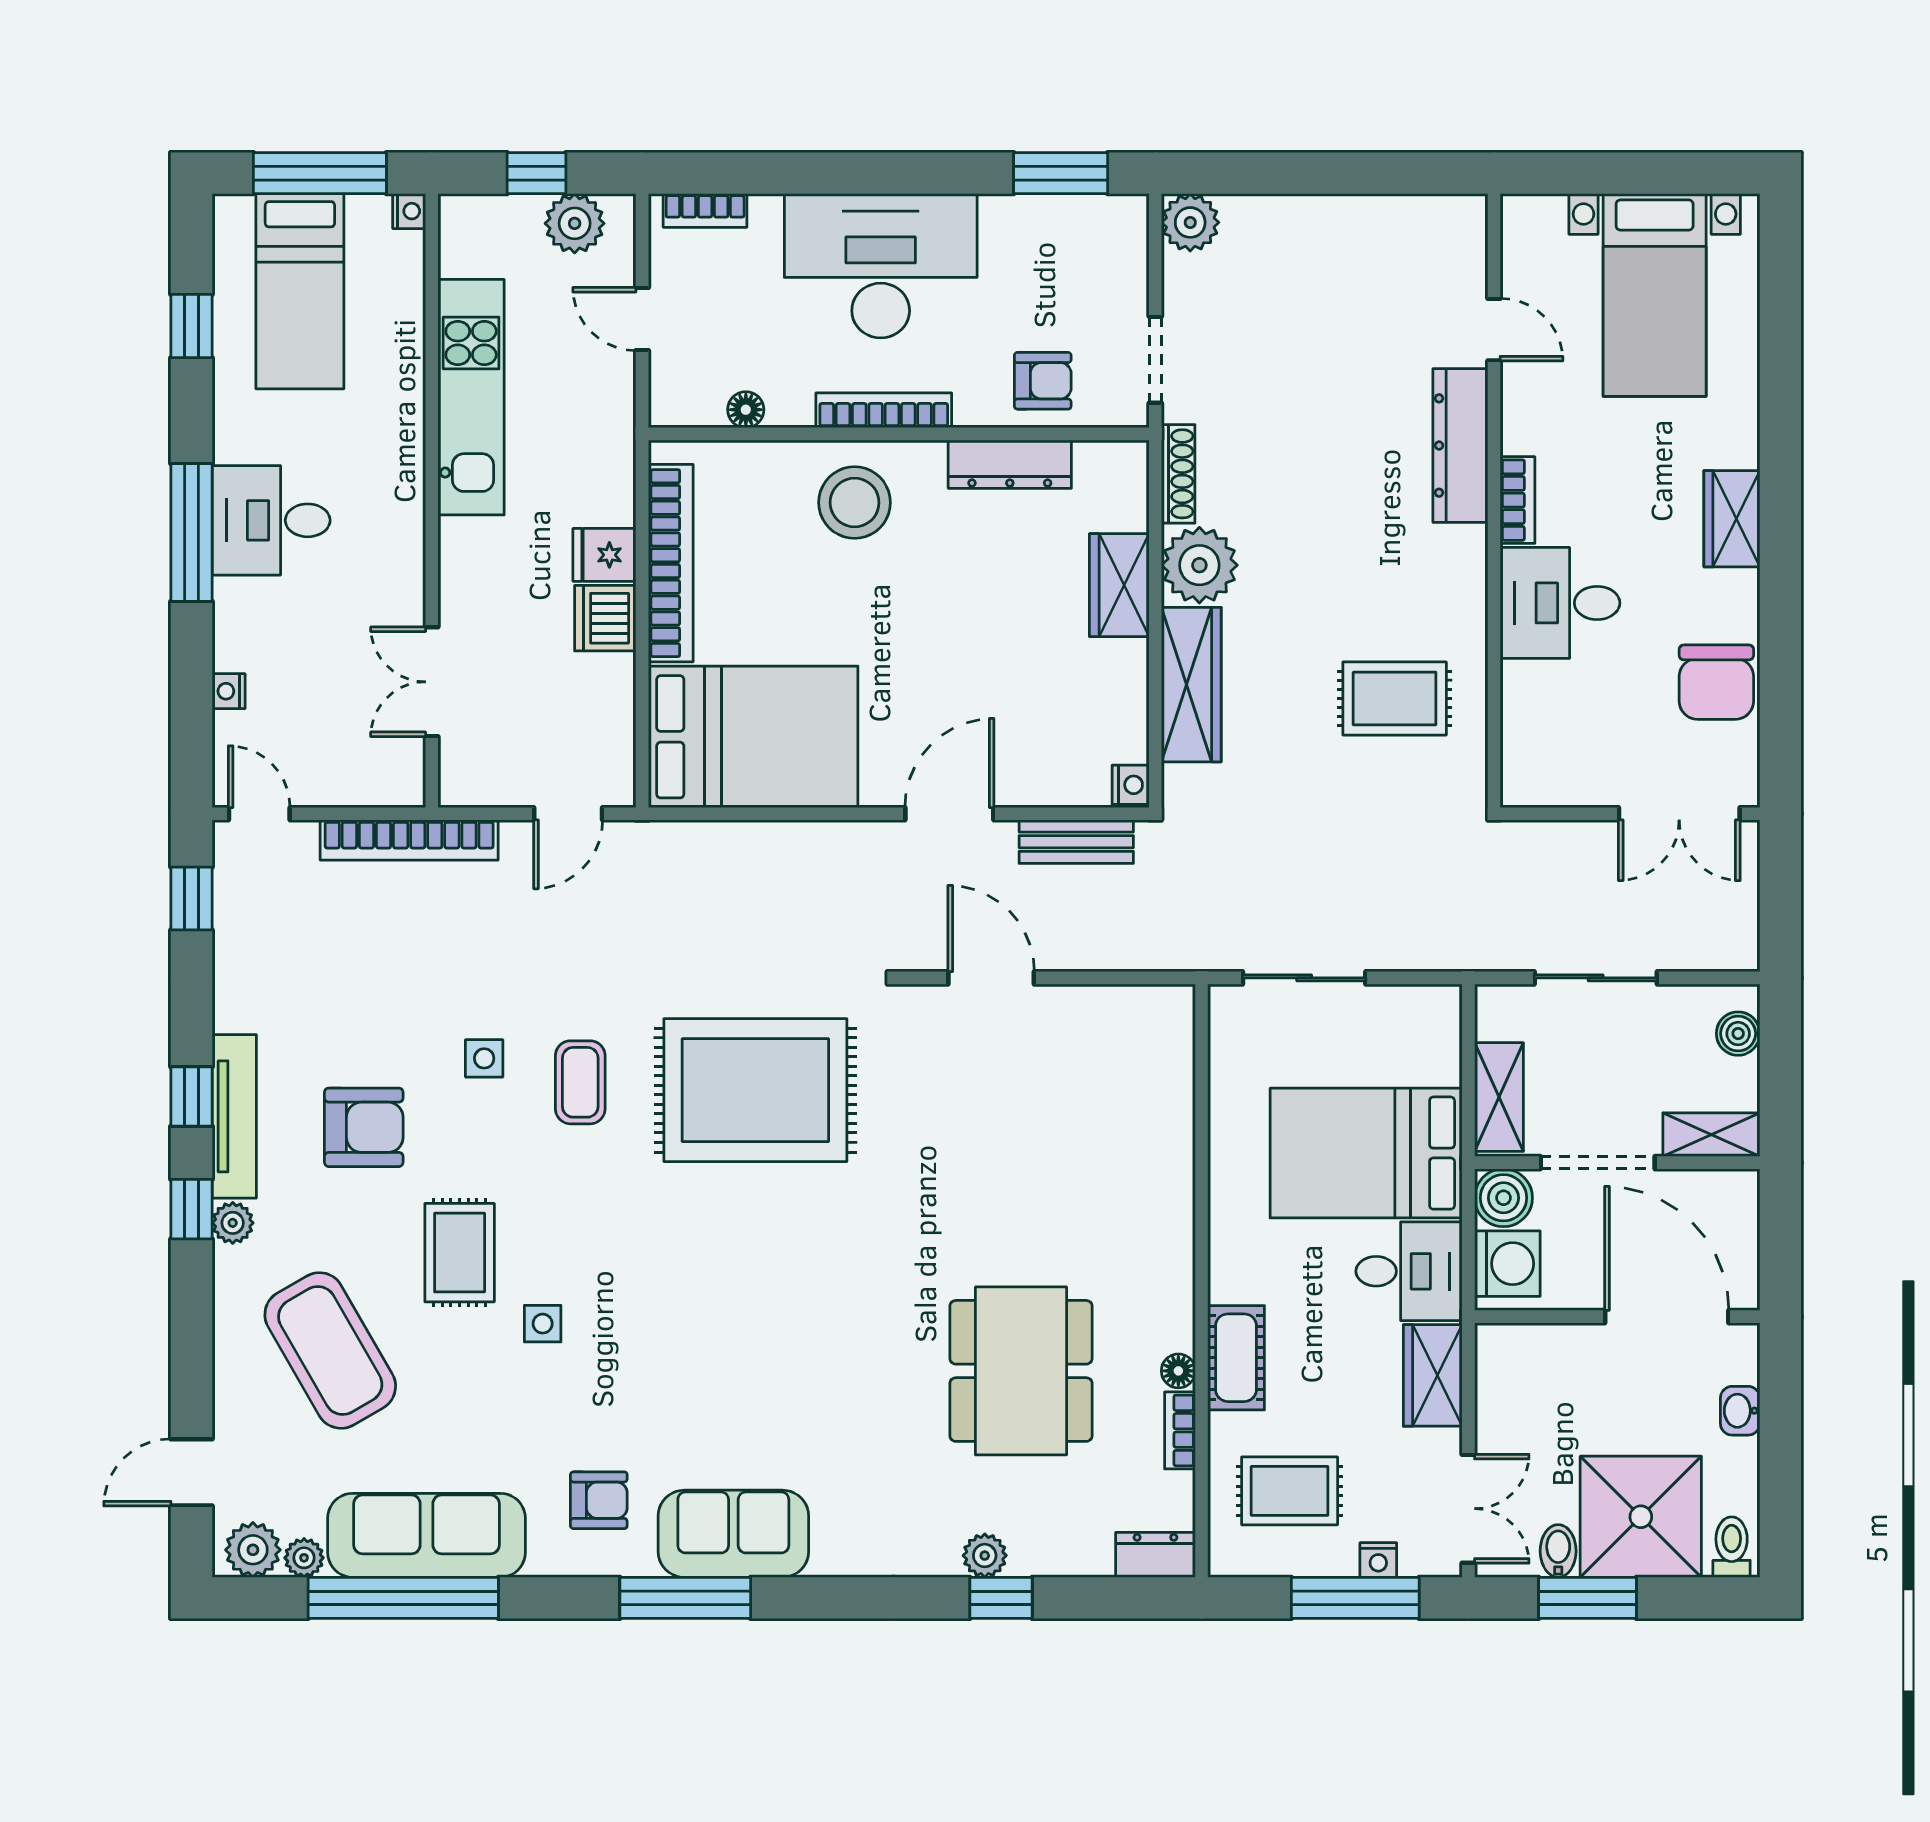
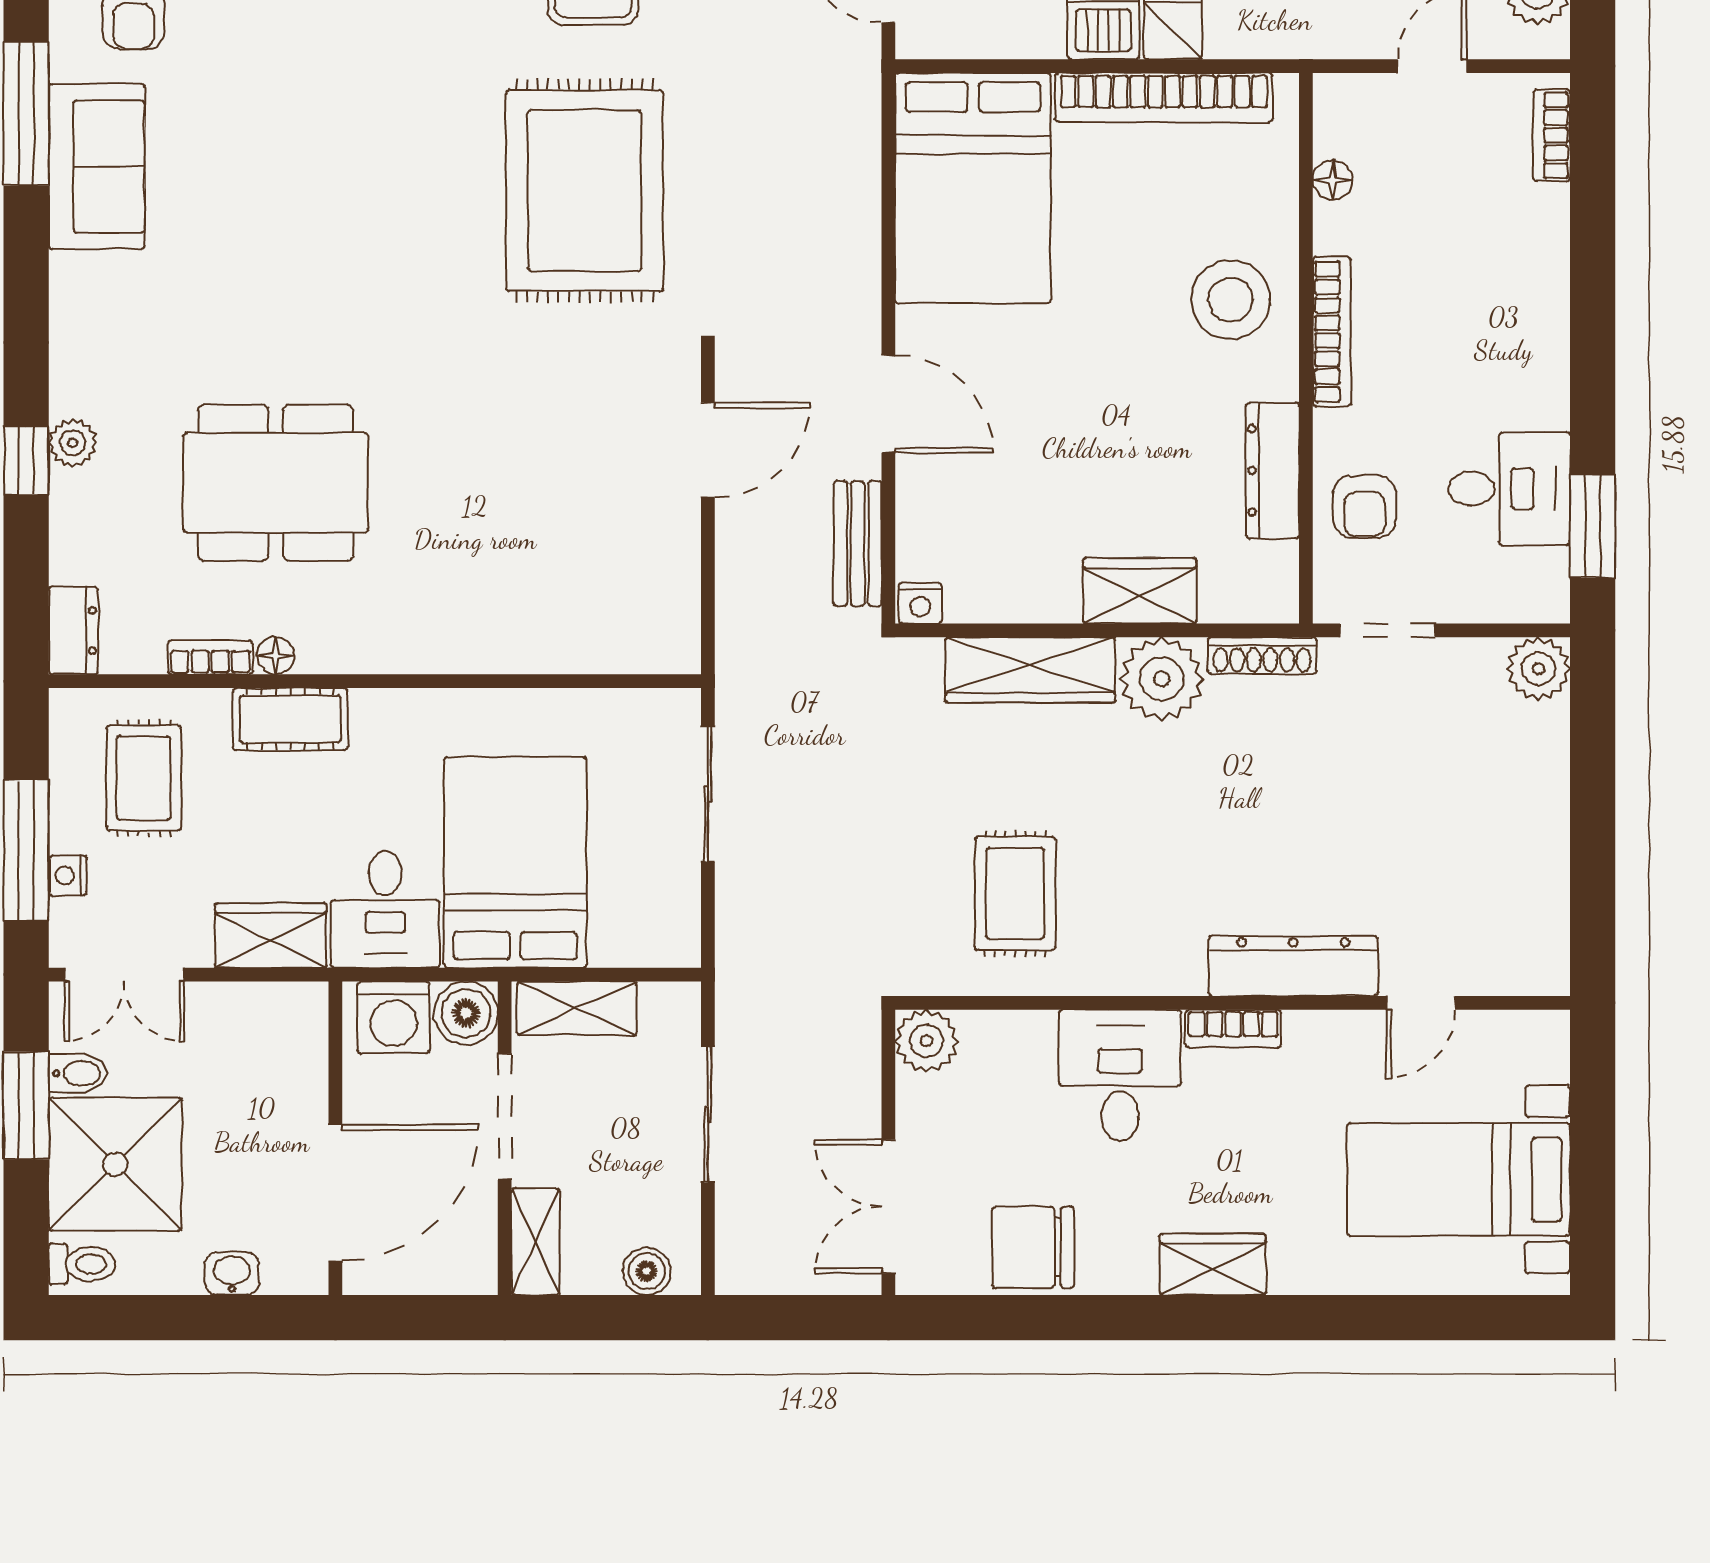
desk: (881, 266) -> (1509, 489), moved, width x0.53, depth x0.77
plant: (1529, 779) -> (926, 1041), added

